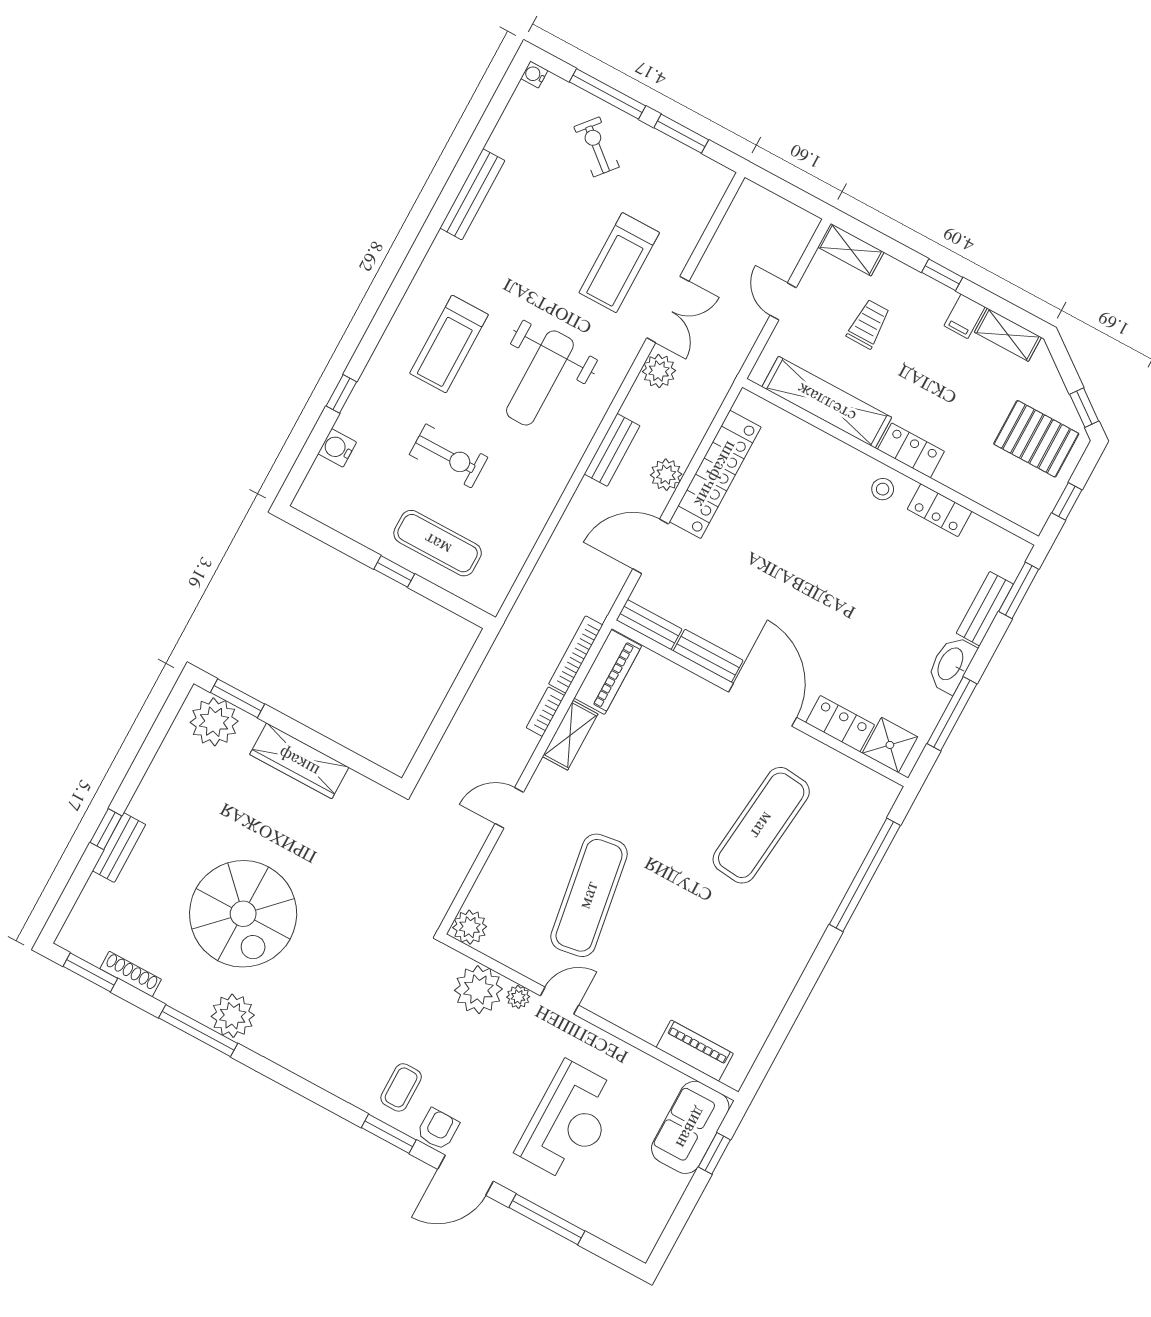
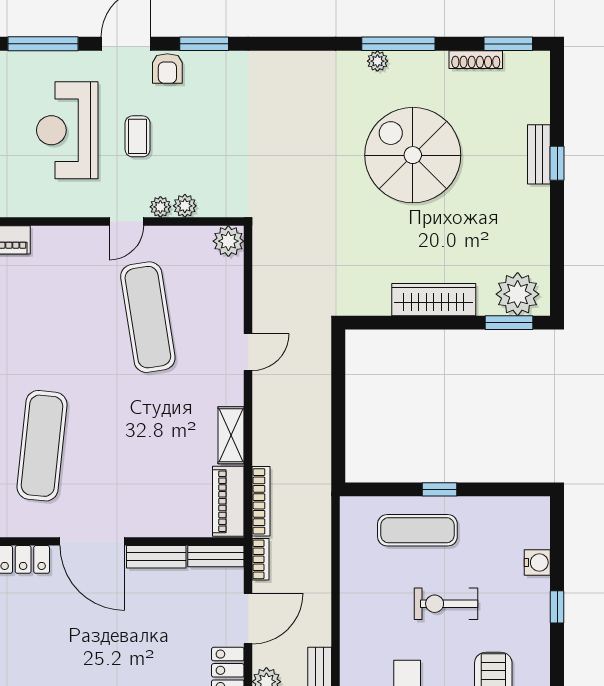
bookcase: (545, 712) -> (261, 559), moved
plant: (478, 990) -> (185, 206), width x0.53, depth x0.53
plant: (233, 1016) -> (377, 61), width x0.53, depth x0.53
coffee table: (401, 1087) -> (138, 136), moved

